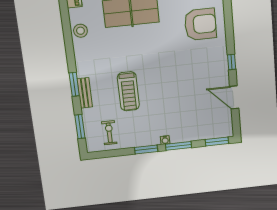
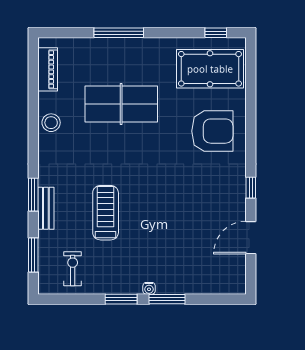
treadmill: (128, 91) -> (106, 213), turned 180
door: (234, 97) -> (251, 238), hinge flipped
window: (217, 142) -> (222, 299), removed

